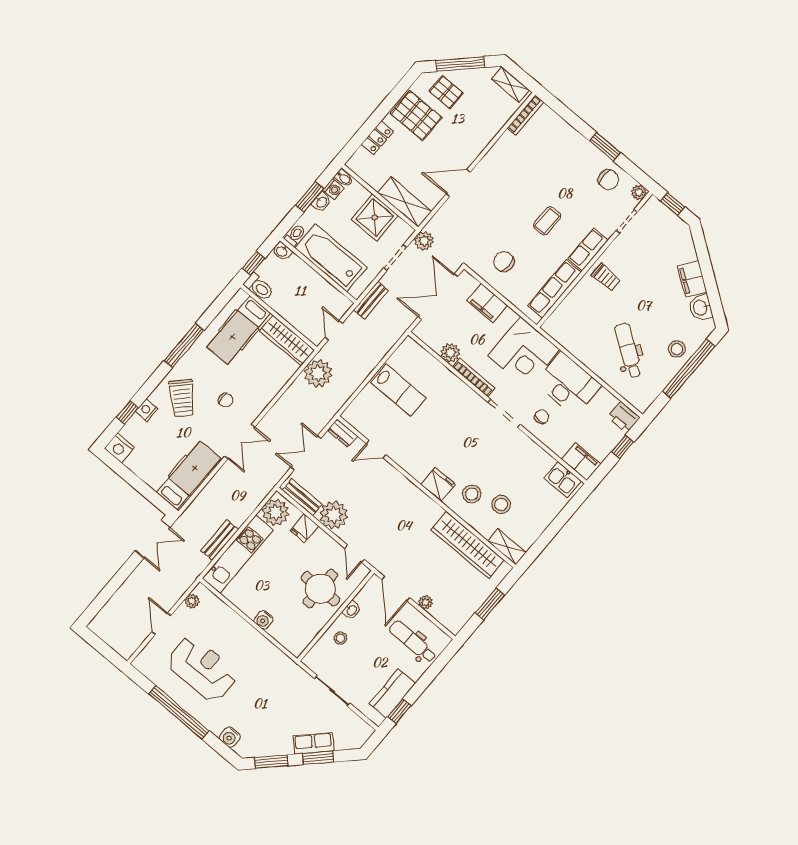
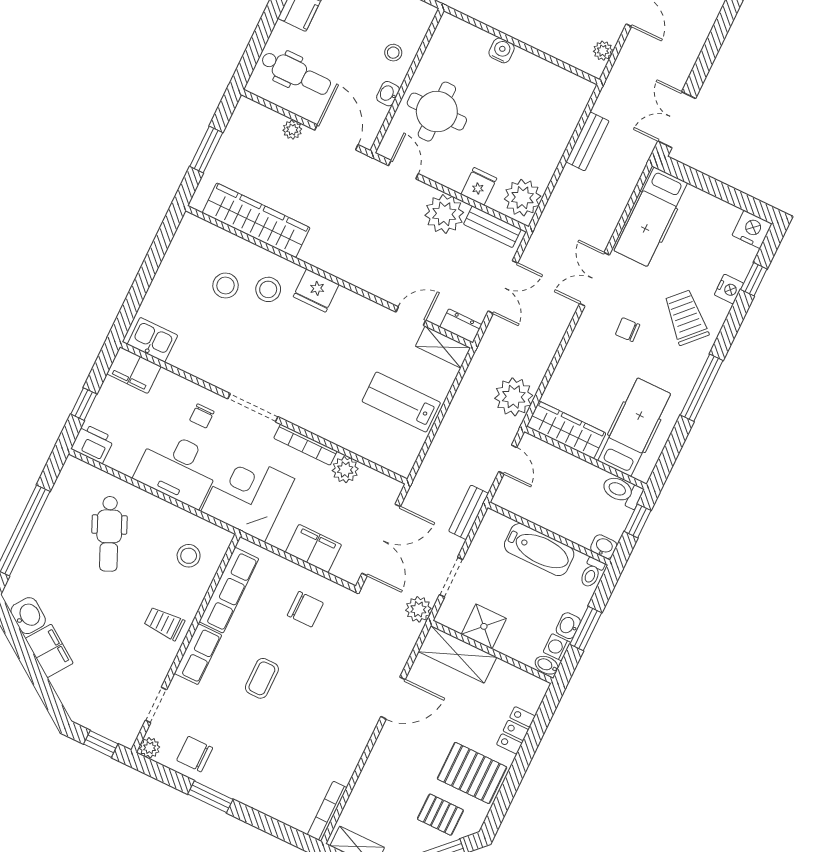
shower: (375, 217) -> (484, 626), width x0.73, depth x0.73
bathtub: (331, 258) -> (539, 550), width x0.73, depth x0.73
stool: (677, 349) -> (189, 556), moved
dental chair: (628, 351) -> (109, 534), turned 32
shelving: (507, 547) -> (443, 347), moved
kitchen unit: (238, 554) -> (558, 129), removed

